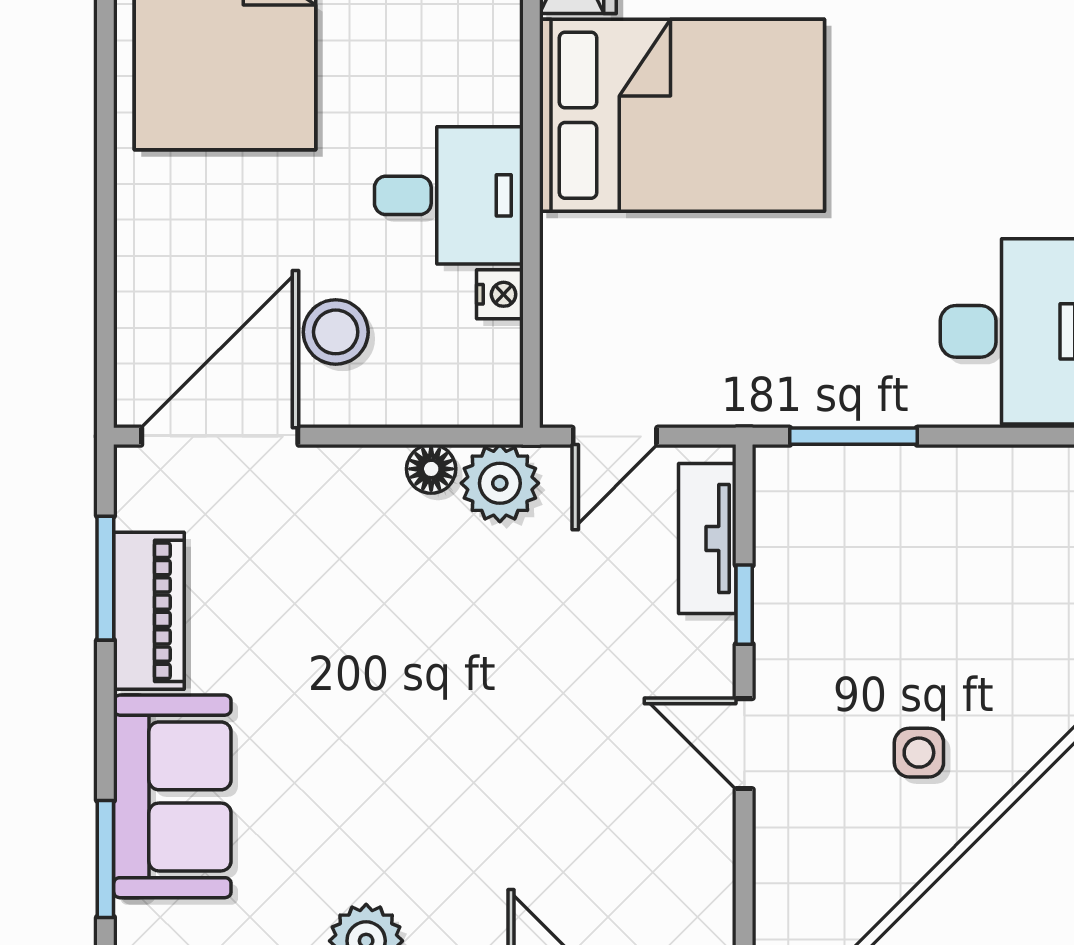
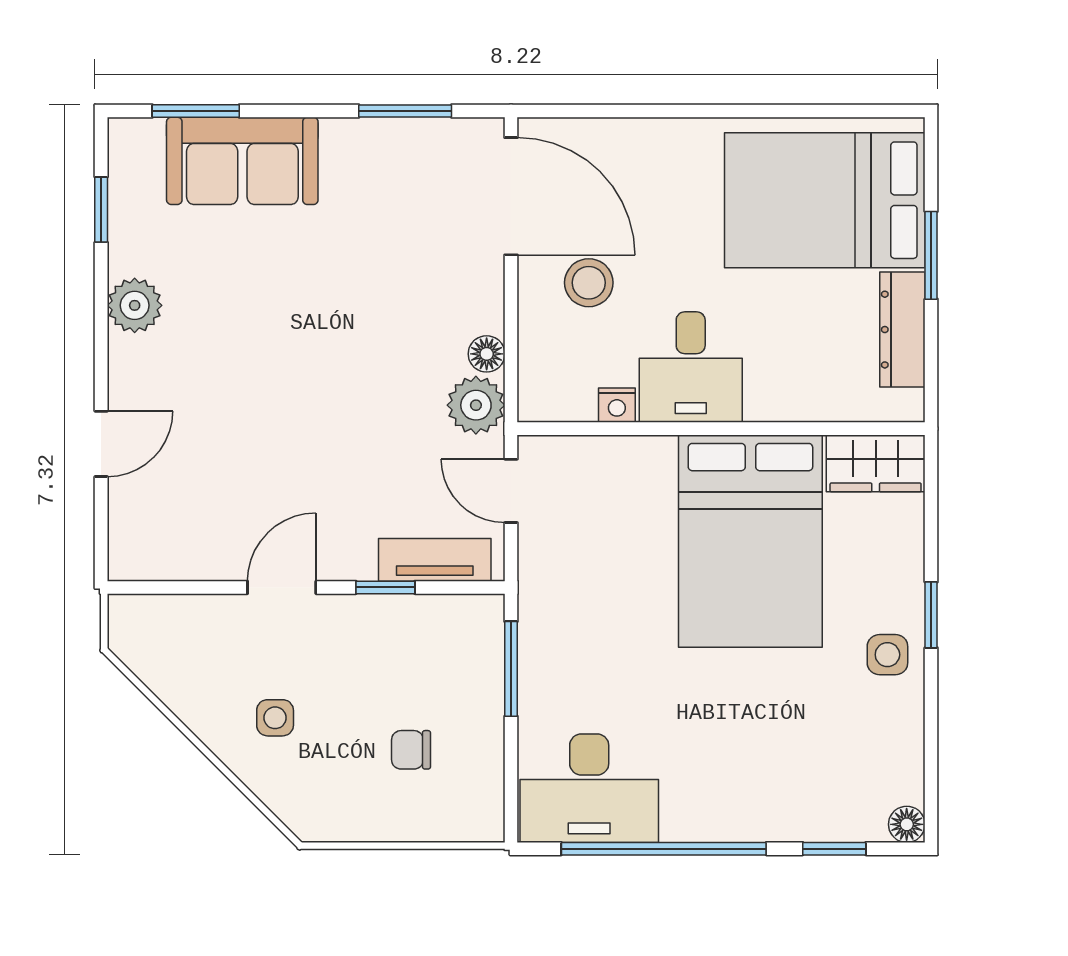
chair: (962, 570) -> (411, 750), added
piano: (149, 611) -> (381, 143), removed

